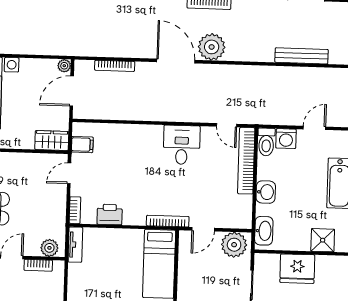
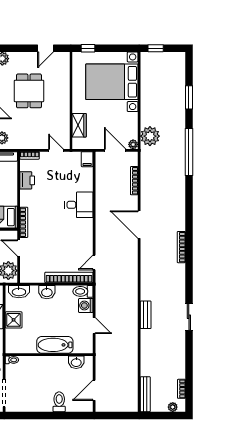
plant: (212, 47) -> (150, 136), moved
bench: (302, 56) -> (146, 315), width x0.73
door: (176, 61) -> (139, 225), swing flipped
wardrobe: (52, 140) -> (79, 125), moved
filing cabinet: (82, 145) -> (87, 159), moved
desk: (182, 145) -> (79, 205), moved
shower: (323, 240) -> (14, 320), moved

